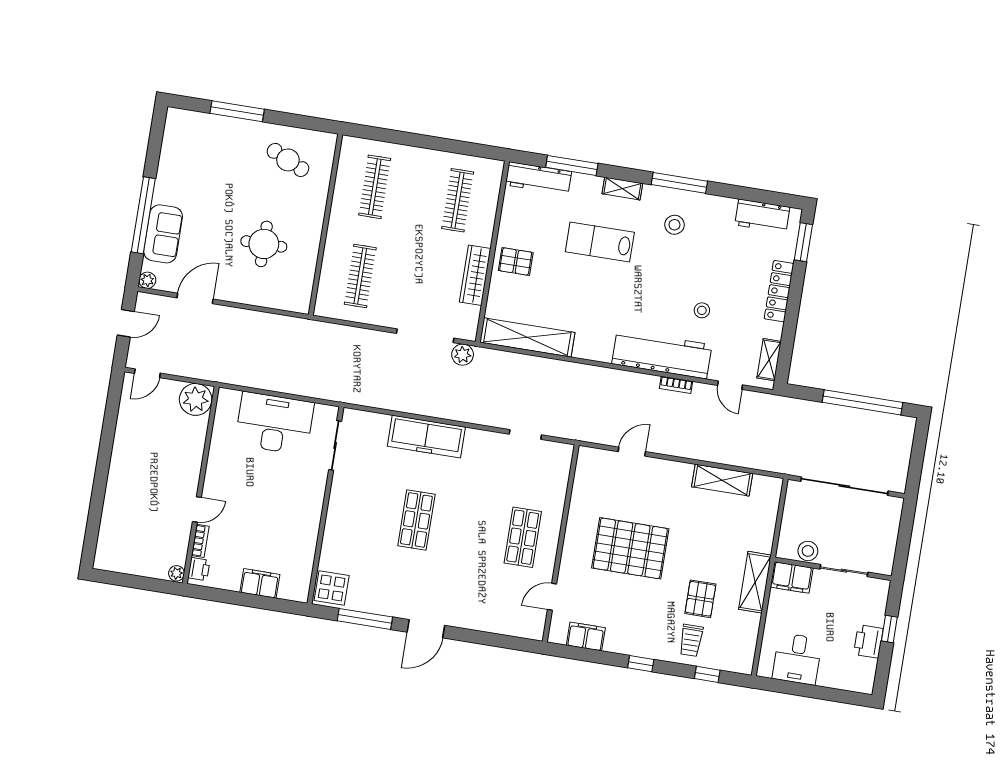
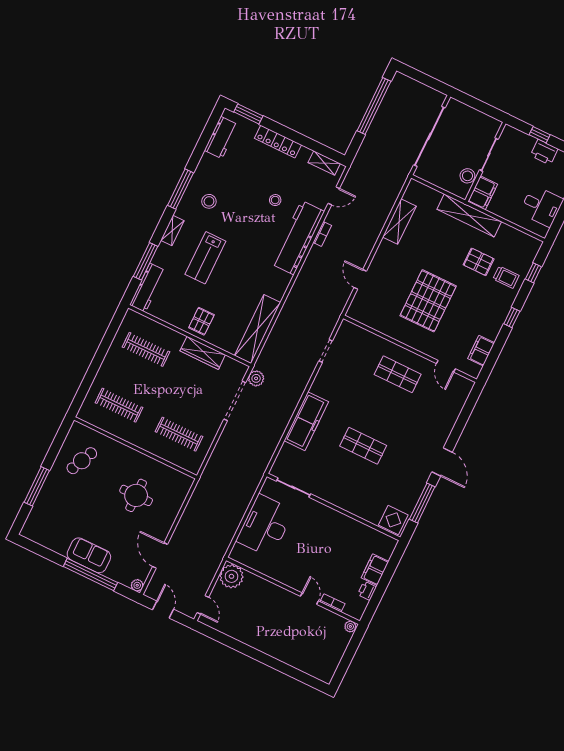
sofa: (163, 234) -> (89, 555), moved
printer: (199, 569) -> (367, 591), moved, turned -90
shelving: (755, 582) -> (469, 215), width x1.47

